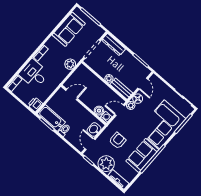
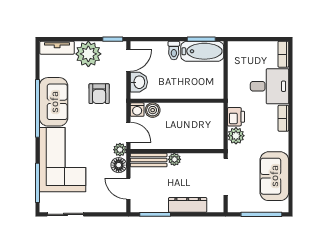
dresser: (113, 44) -> (188, 205), moved
door: (72, 94) -> (203, 101), removed
printer: (35, 104) -> (236, 117), moved
door: (120, 110) -> (128, 132), hinge flipped
door: (90, 144) -> (128, 60), hinge flipped

